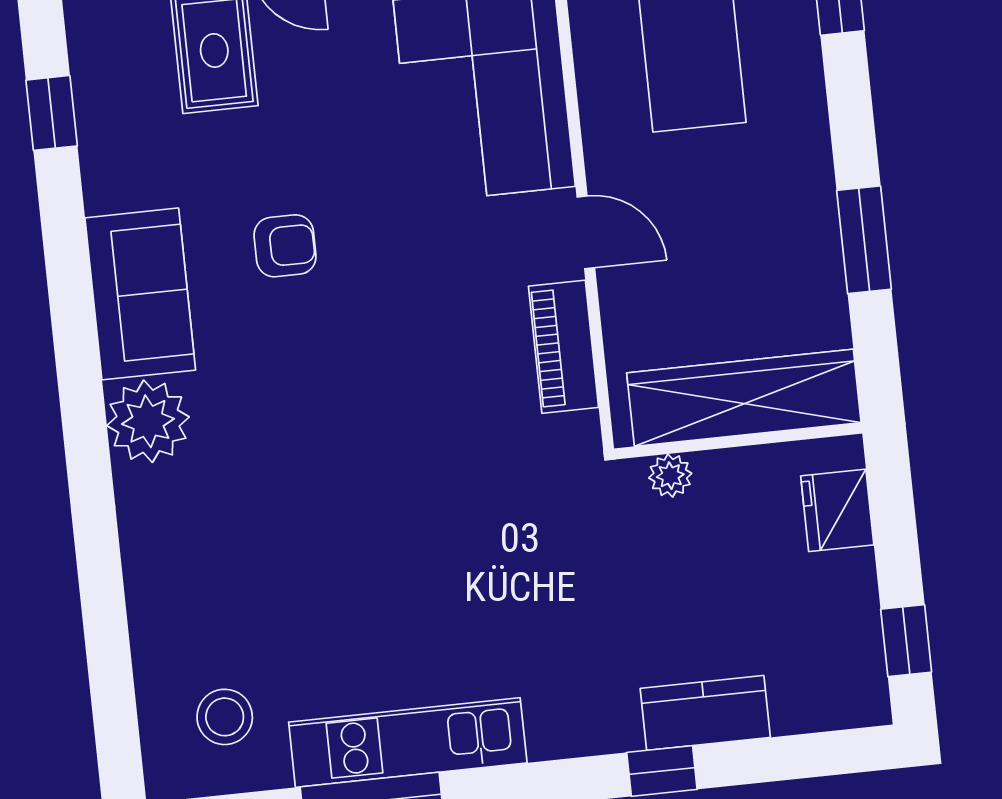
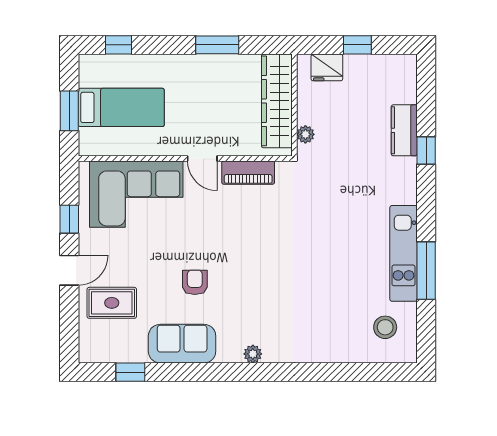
door: (586, 232) -> (202, 159), swing flipped
sofa: (140, 294) -> (182, 344), moved
plant: (148, 421) -> (253, 354), width x0.53, depth x0.53
window: (906, 641) -> (357, 45), moved

